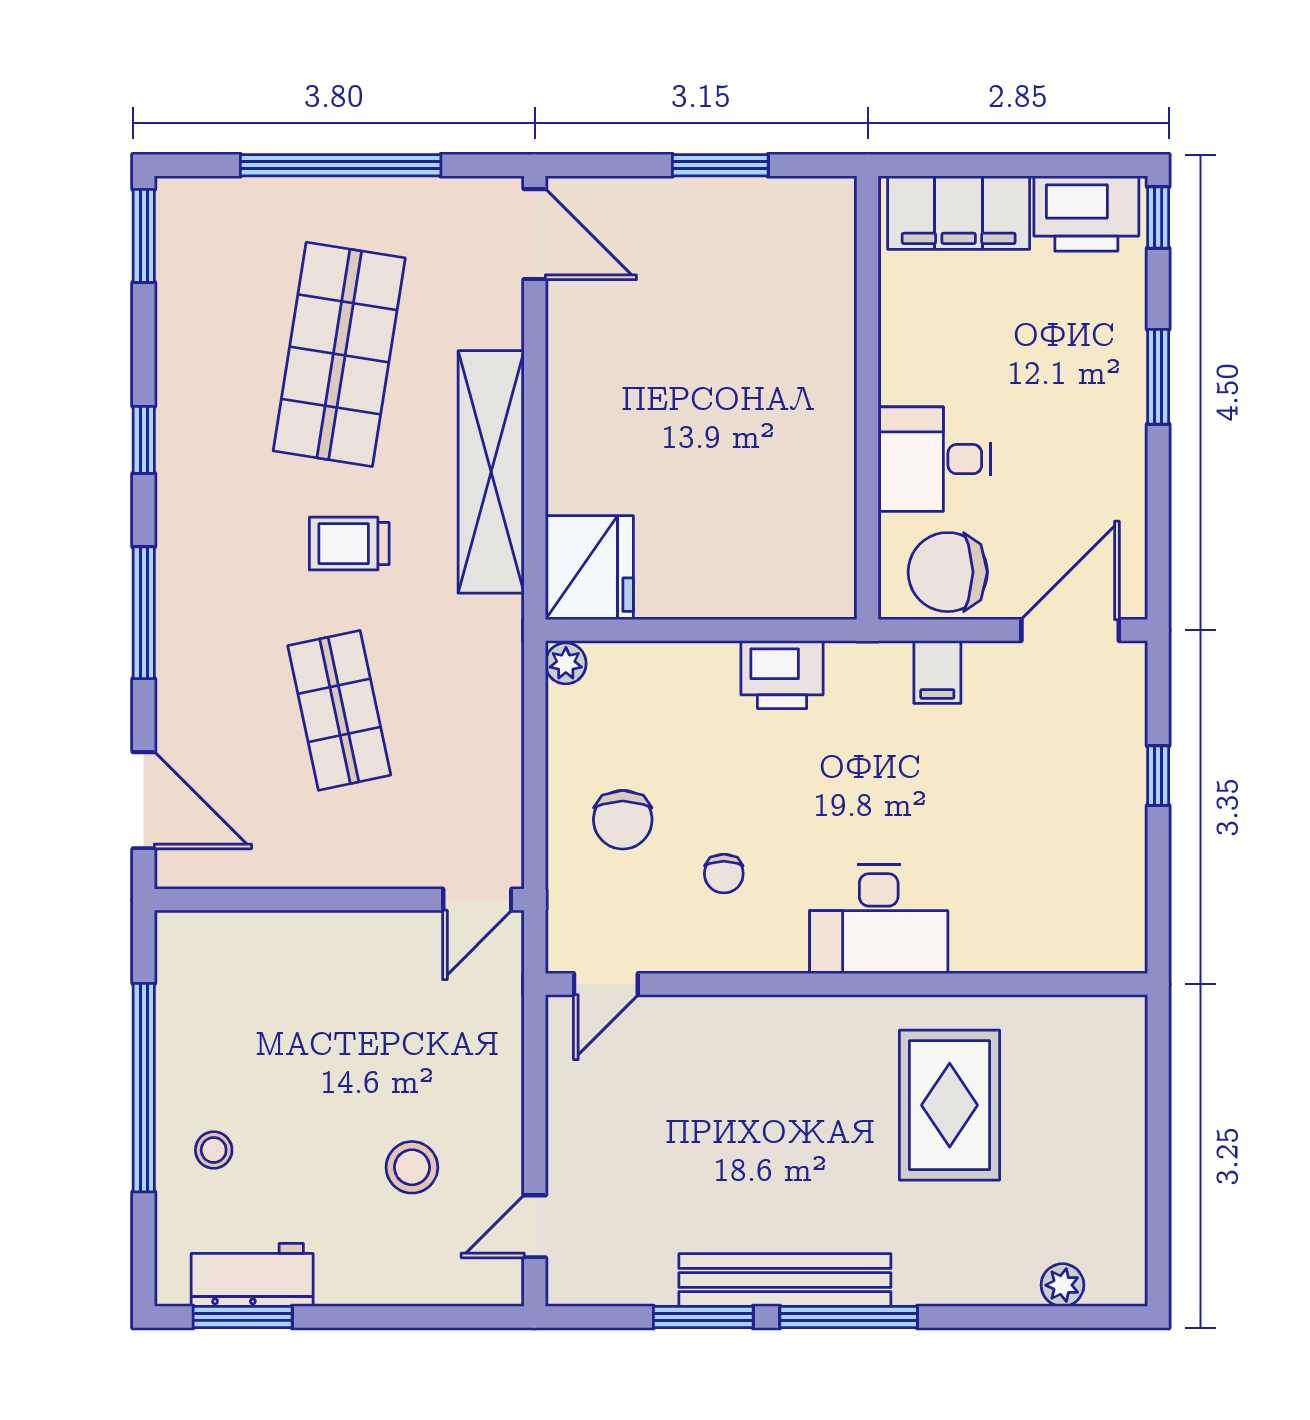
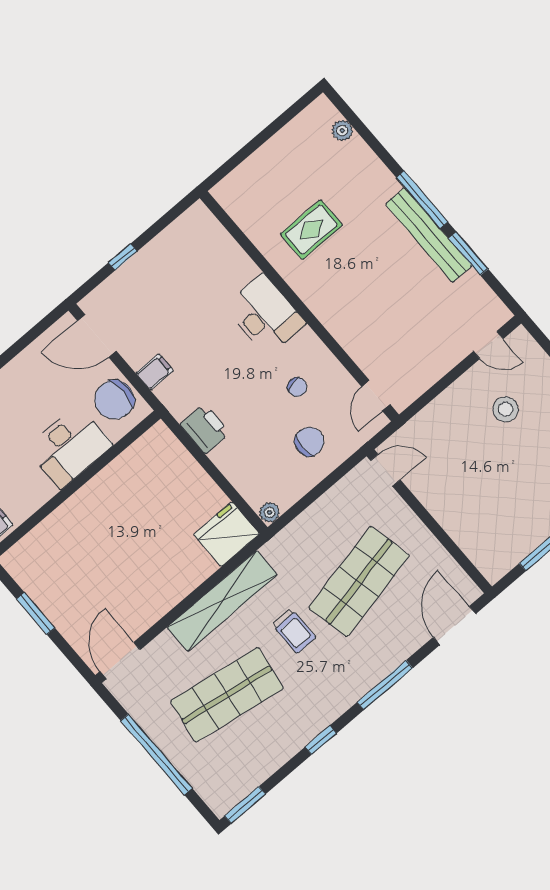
desk: (934, 459) -> (69, 447), width x1.37
chair: (948, 572) -> (114, 400), turned 90
shop shelf: (339, 710) -> (359, 582), width x1.43, depth x1.36
chair: (724, 874) -> (297, 387), turned 76
door: (606, 984) -> (376, 396), swing flipped
rug: (950, 1105) -> (311, 230), width x0.73, depth x0.70

